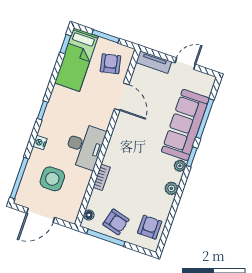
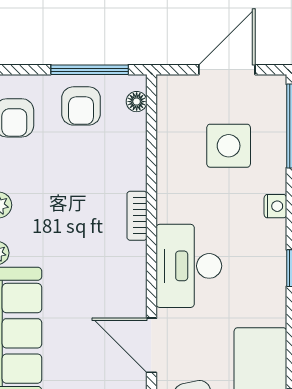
desk: (85, 146) -> (189, 266), moved
bookcase: (102, 177) -> (137, 216), moved
armchair: (116, 222) -> (81, 106), turned -105

